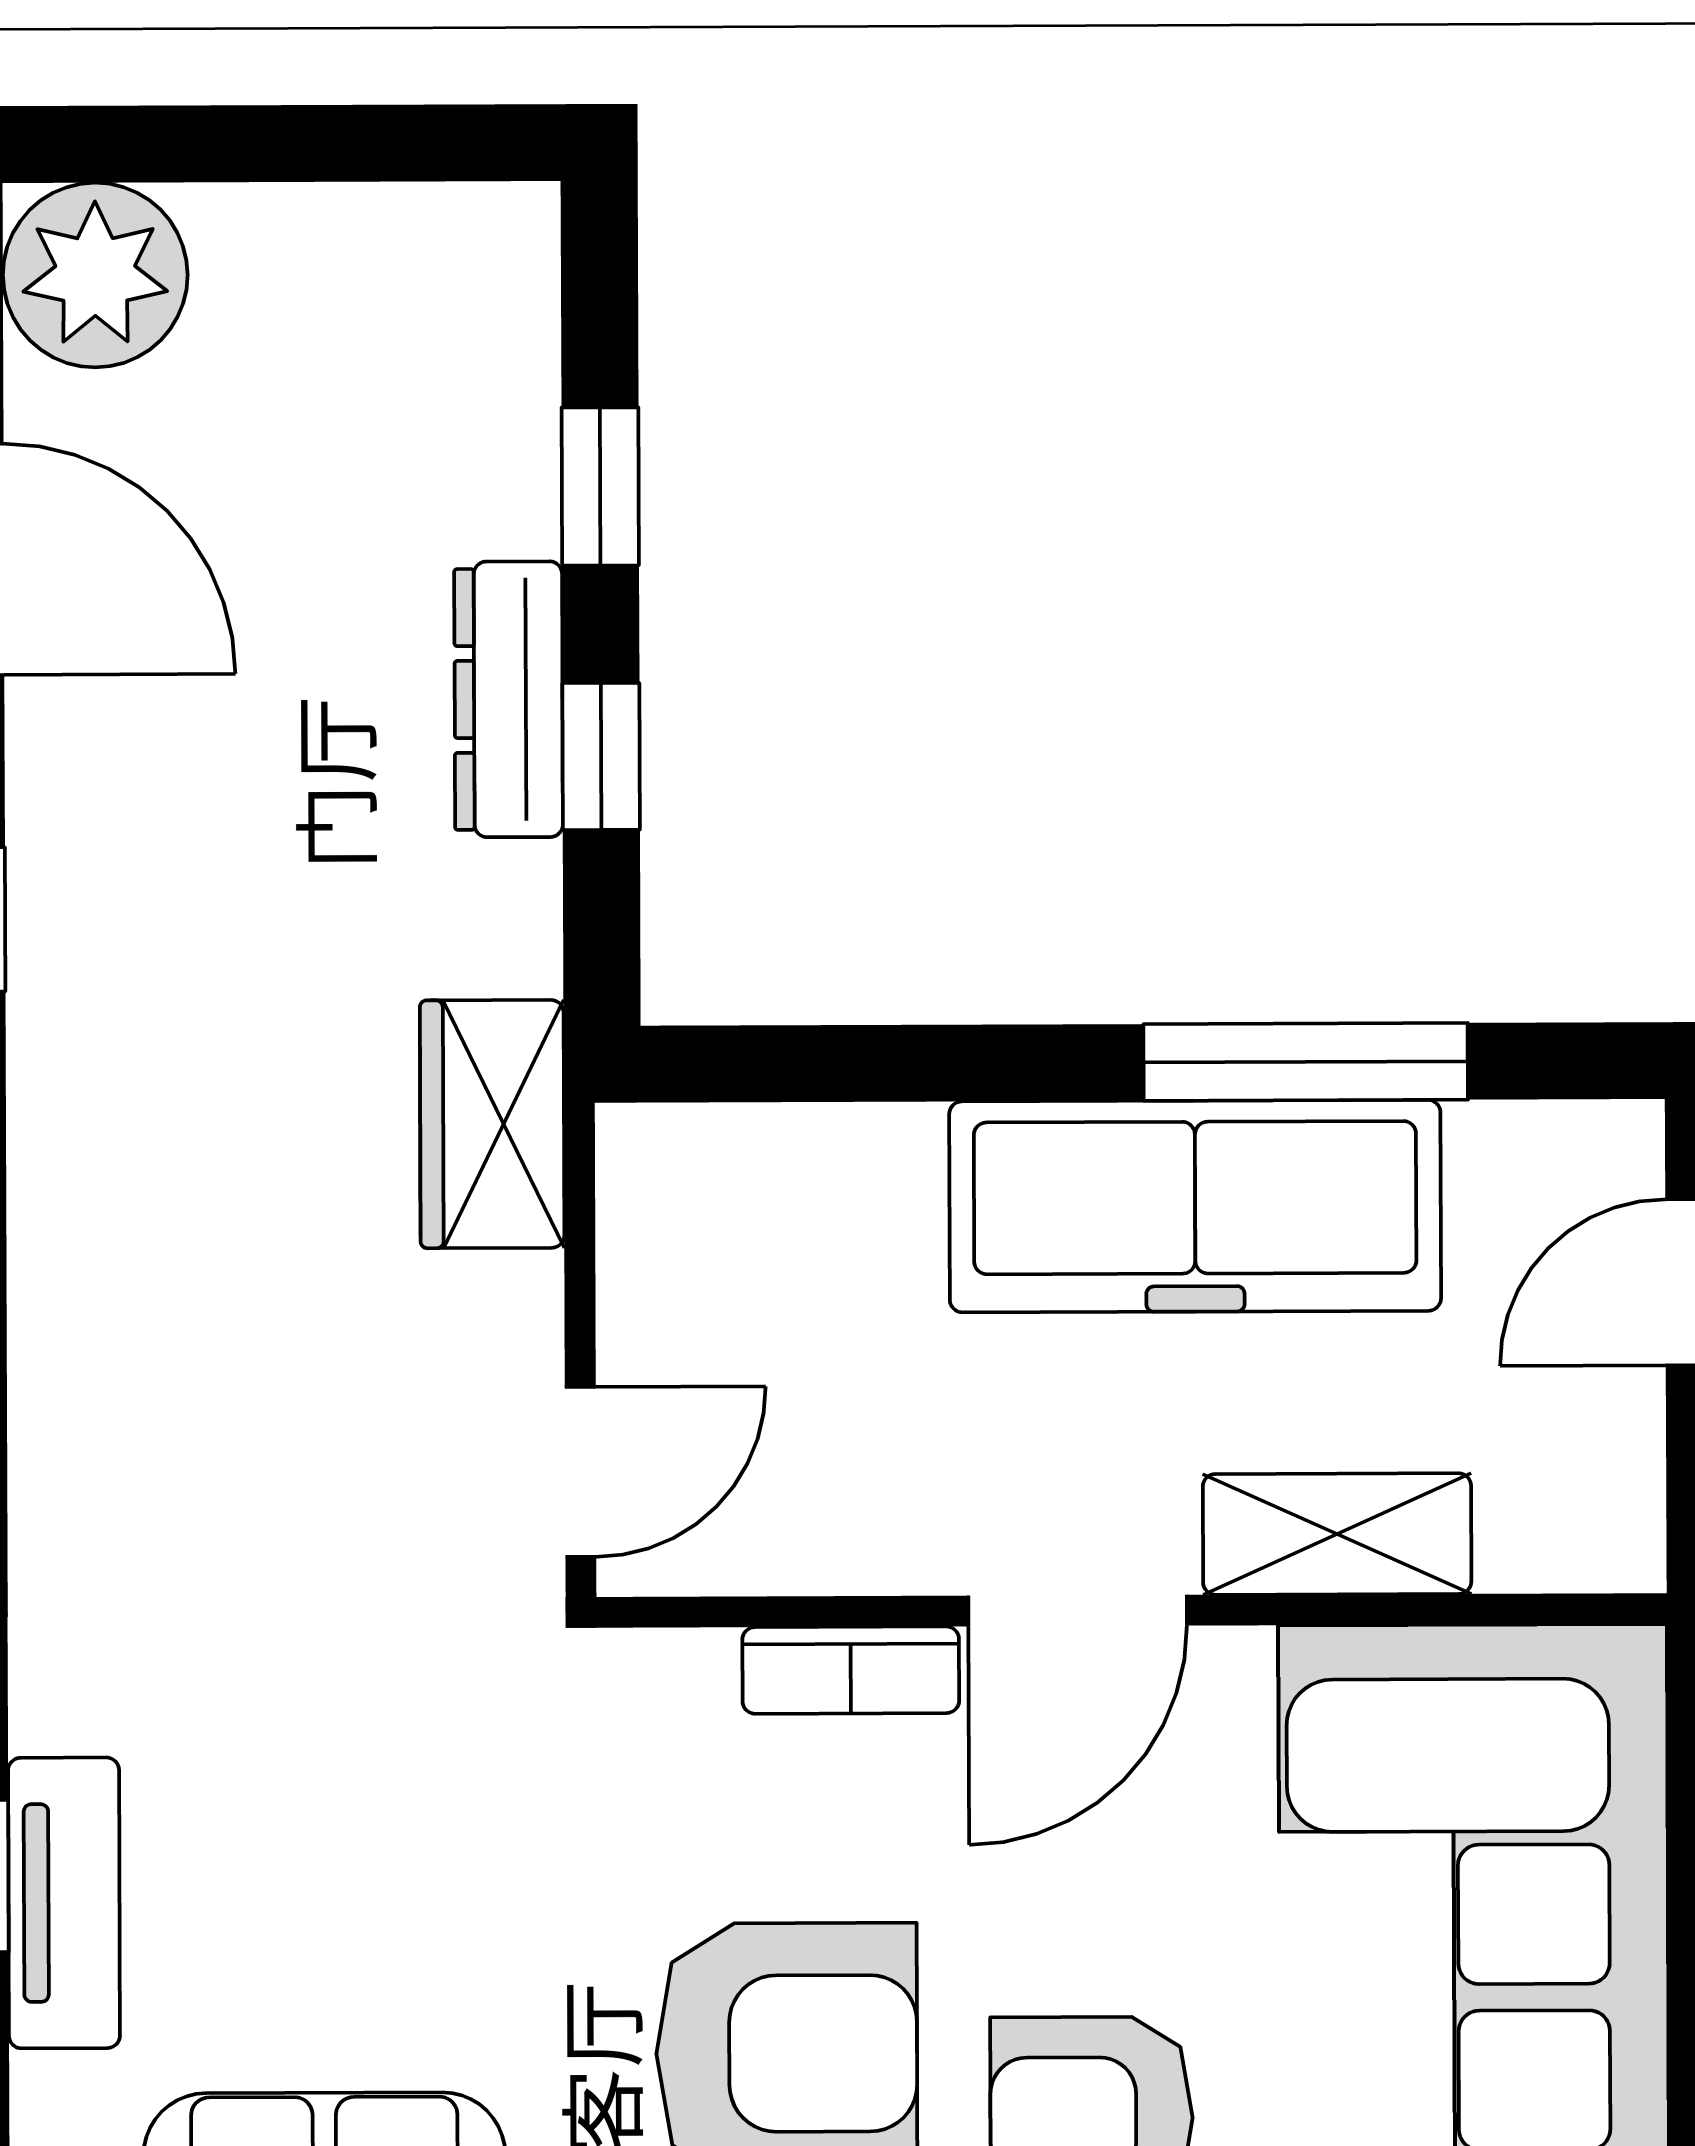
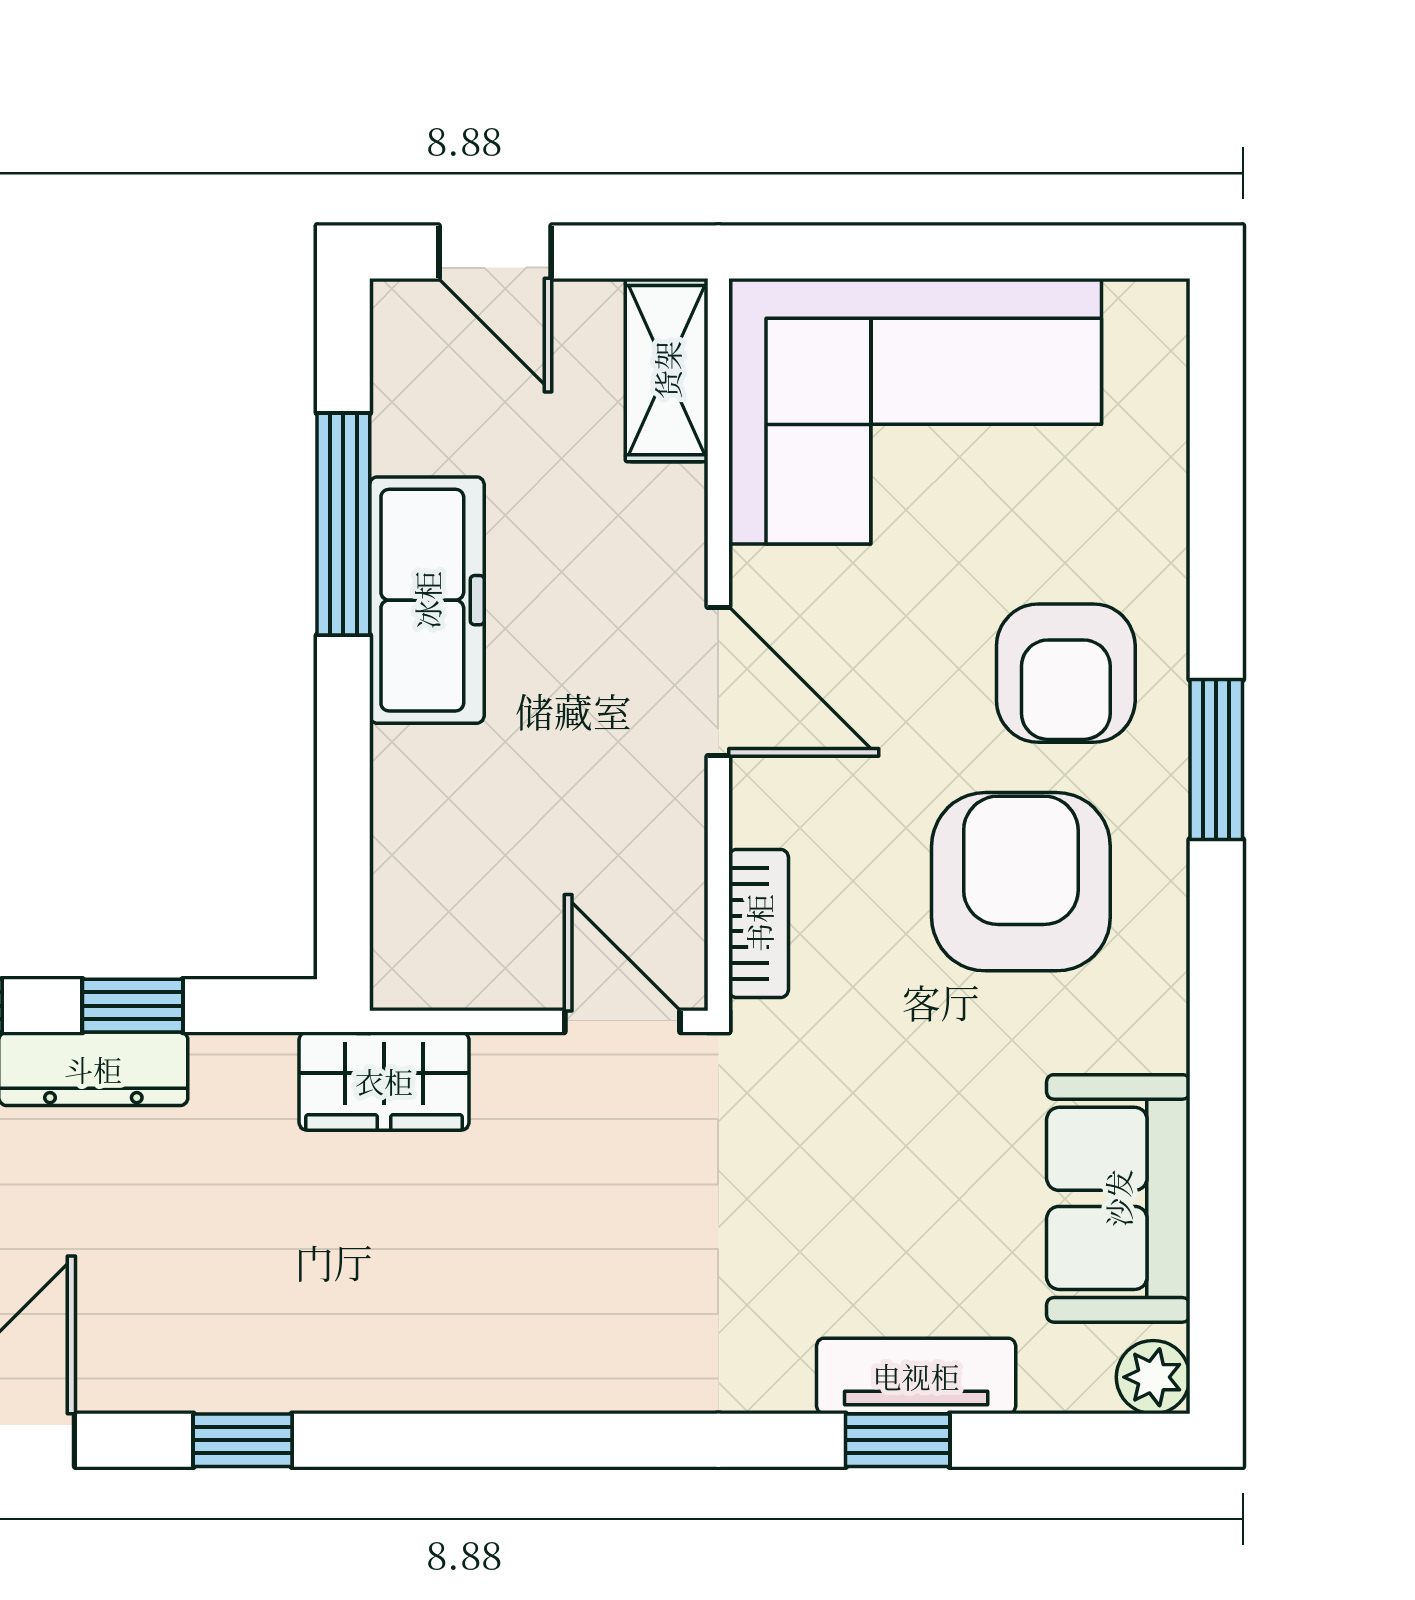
freezer: (1195, 1206) -> (427, 600), width x0.73, depth x0.79
shelving: (1337, 1534) -> (667, 370), moved
bookcase: (851, 1670) -> (759, 923), moved

